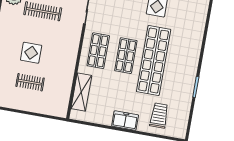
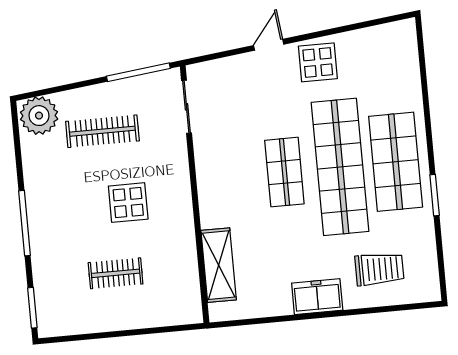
shop shelf: (98, 51) -> (396, 162), moved, width x1.43, depth x1.36
display table: (31, 53) -> (128, 203), moved
trolley: (159, 115) -> (379, 269), turned 90

